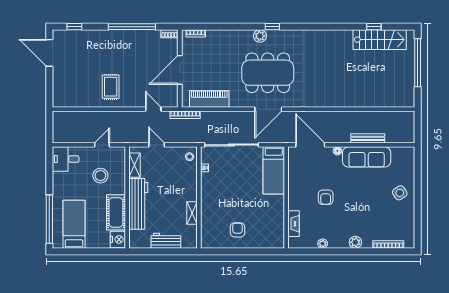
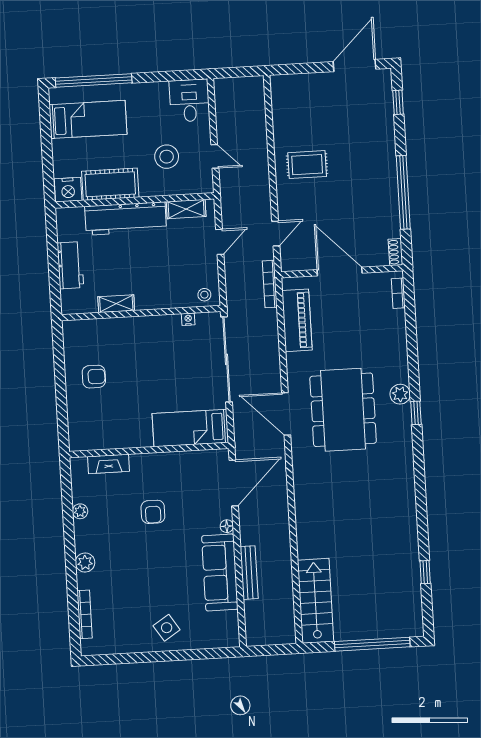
stairs: (380, 40) -> (316, 601), moved, turned 180
armchair: (326, 197) -> (153, 512), turned -90

